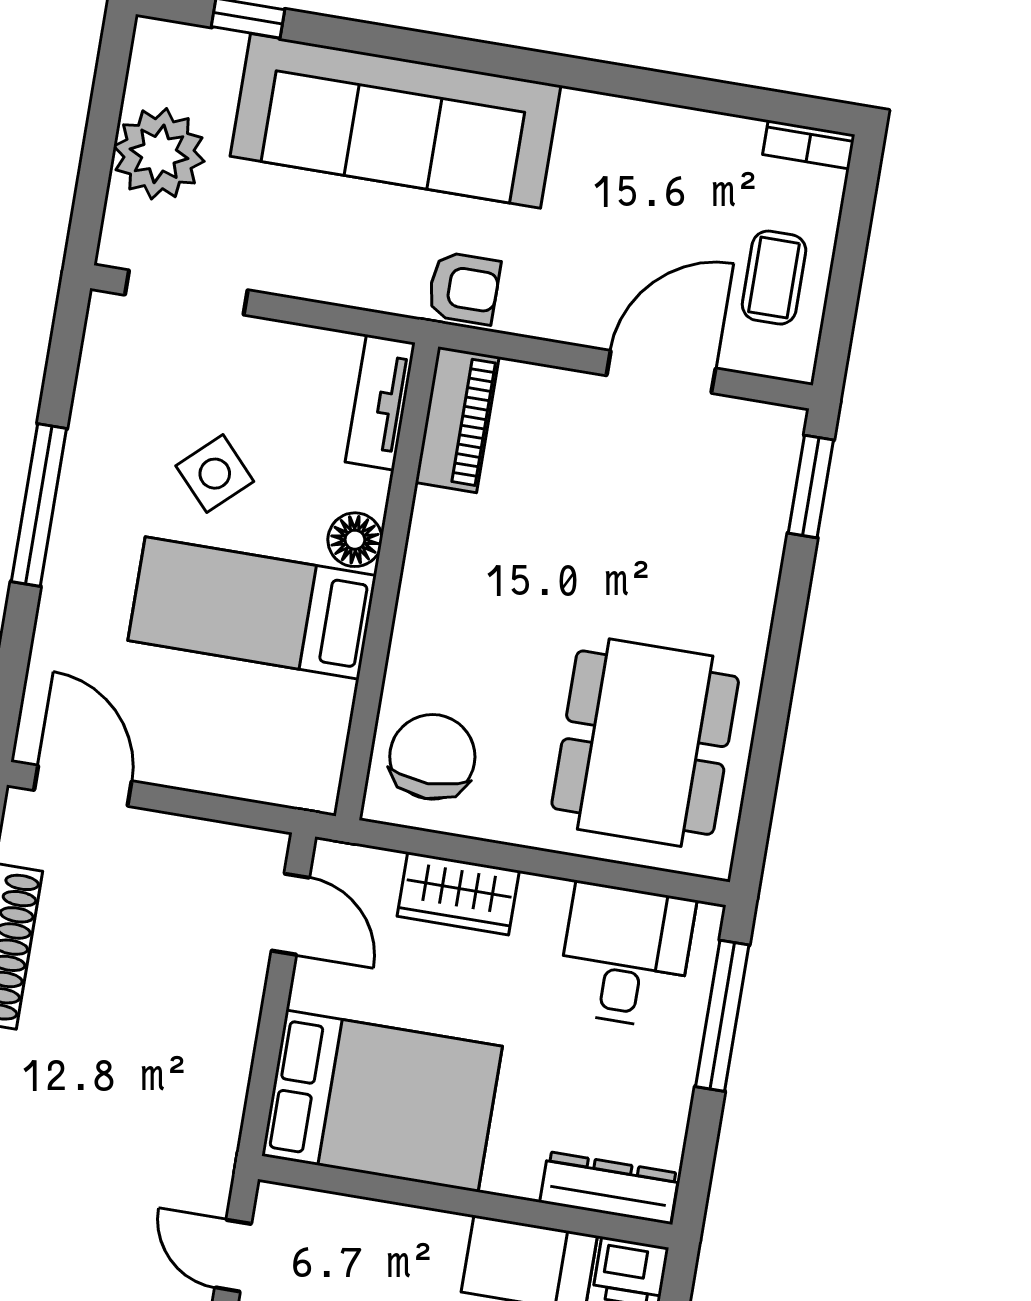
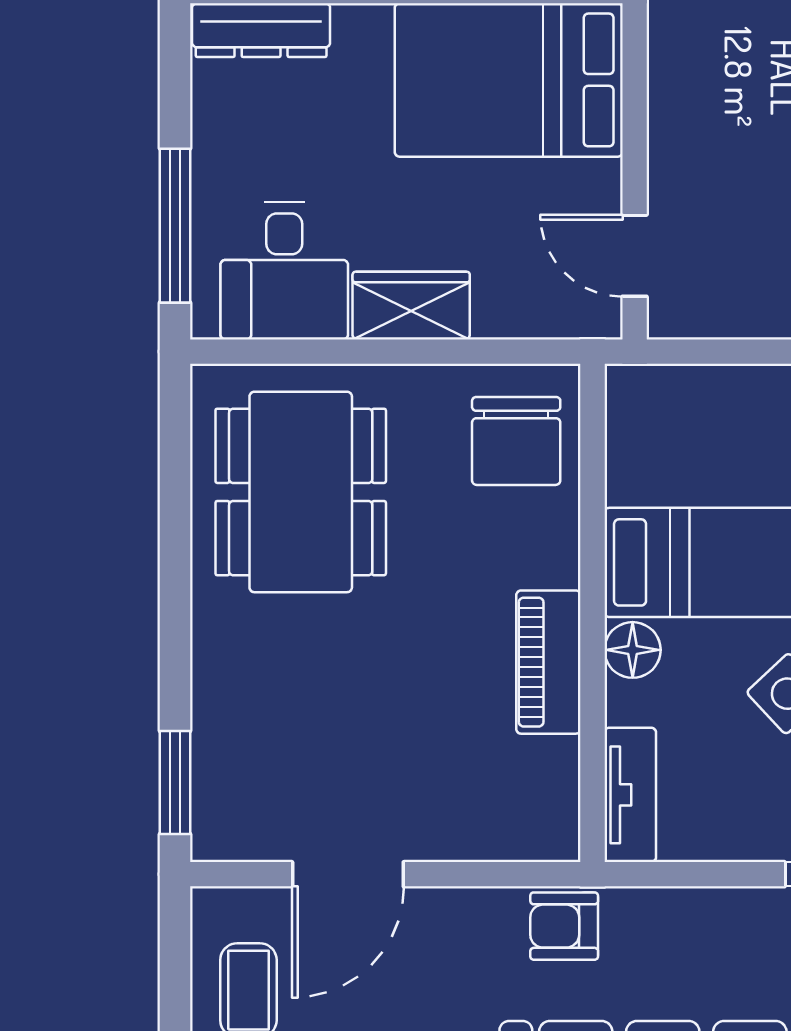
piano: (457, 420) -> (548, 662), moved
wardrobe: (458, 893) -> (411, 306), moved

